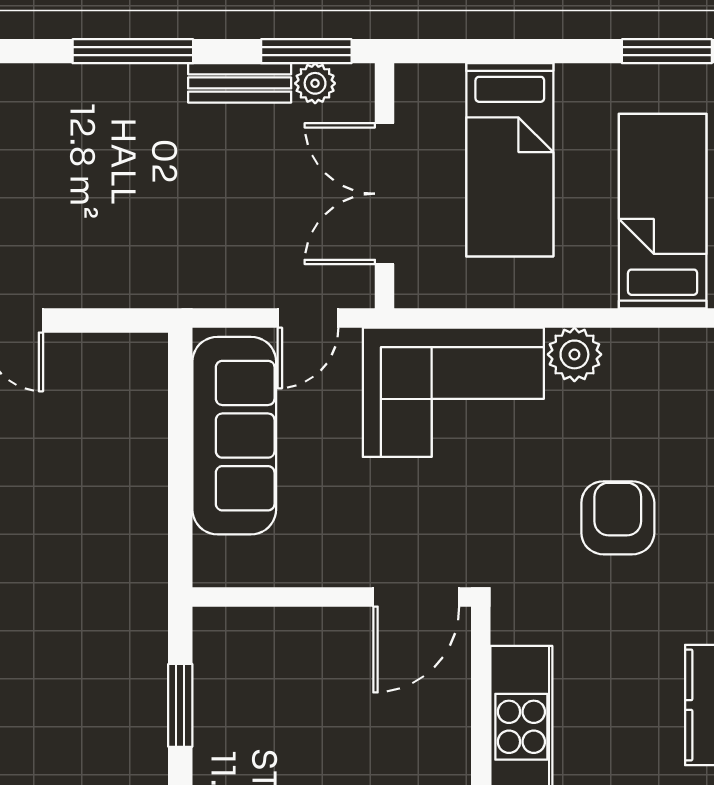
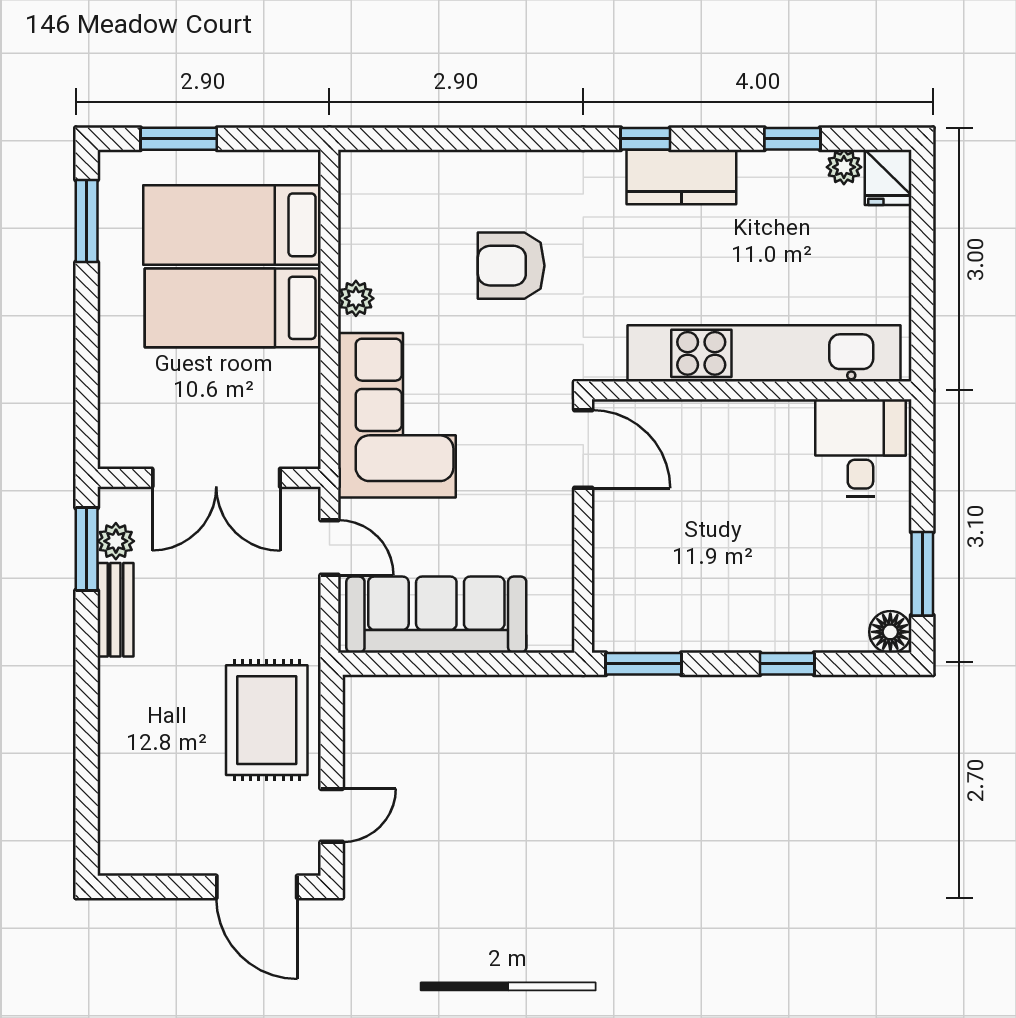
window: (133, 51) -> (87, 707), removed
bed: (510, 160) -> (233, 308), moved, turned 180
rug: (118, 249) -> (267, 720), added
plant: (574, 354) -> (356, 298), width x0.73, depth x0.73
window: (180, 705) -> (643, 664), moved

